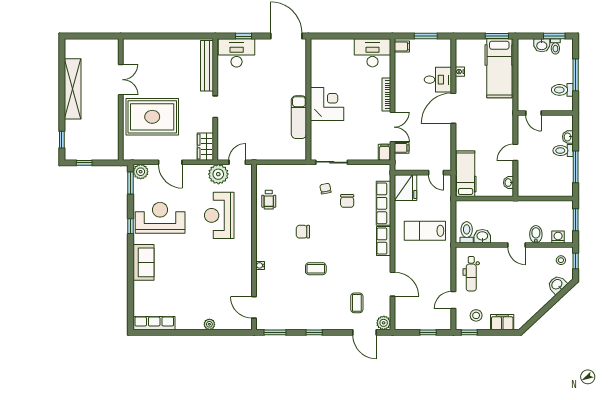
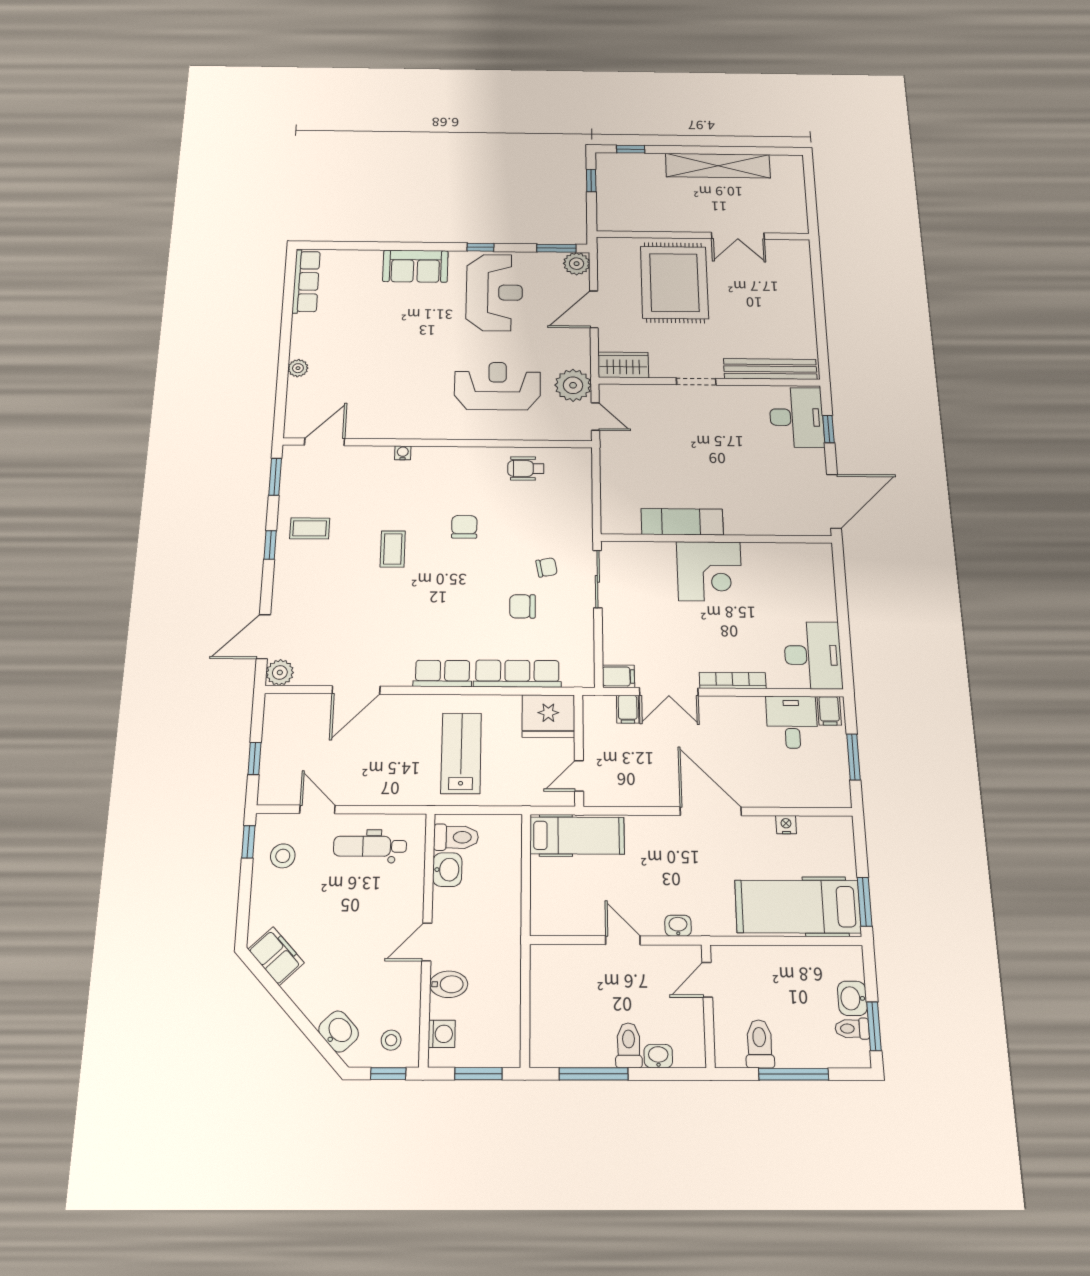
desk: (438, 80) -> (792, 722), moved, turned 180
washbasin: (509, 183) -> (678, 926), moved
coffee table: (357, 303) -> (310, 528), moved
filing cabinet: (502, 322) -> (276, 956), moved, turned -43

